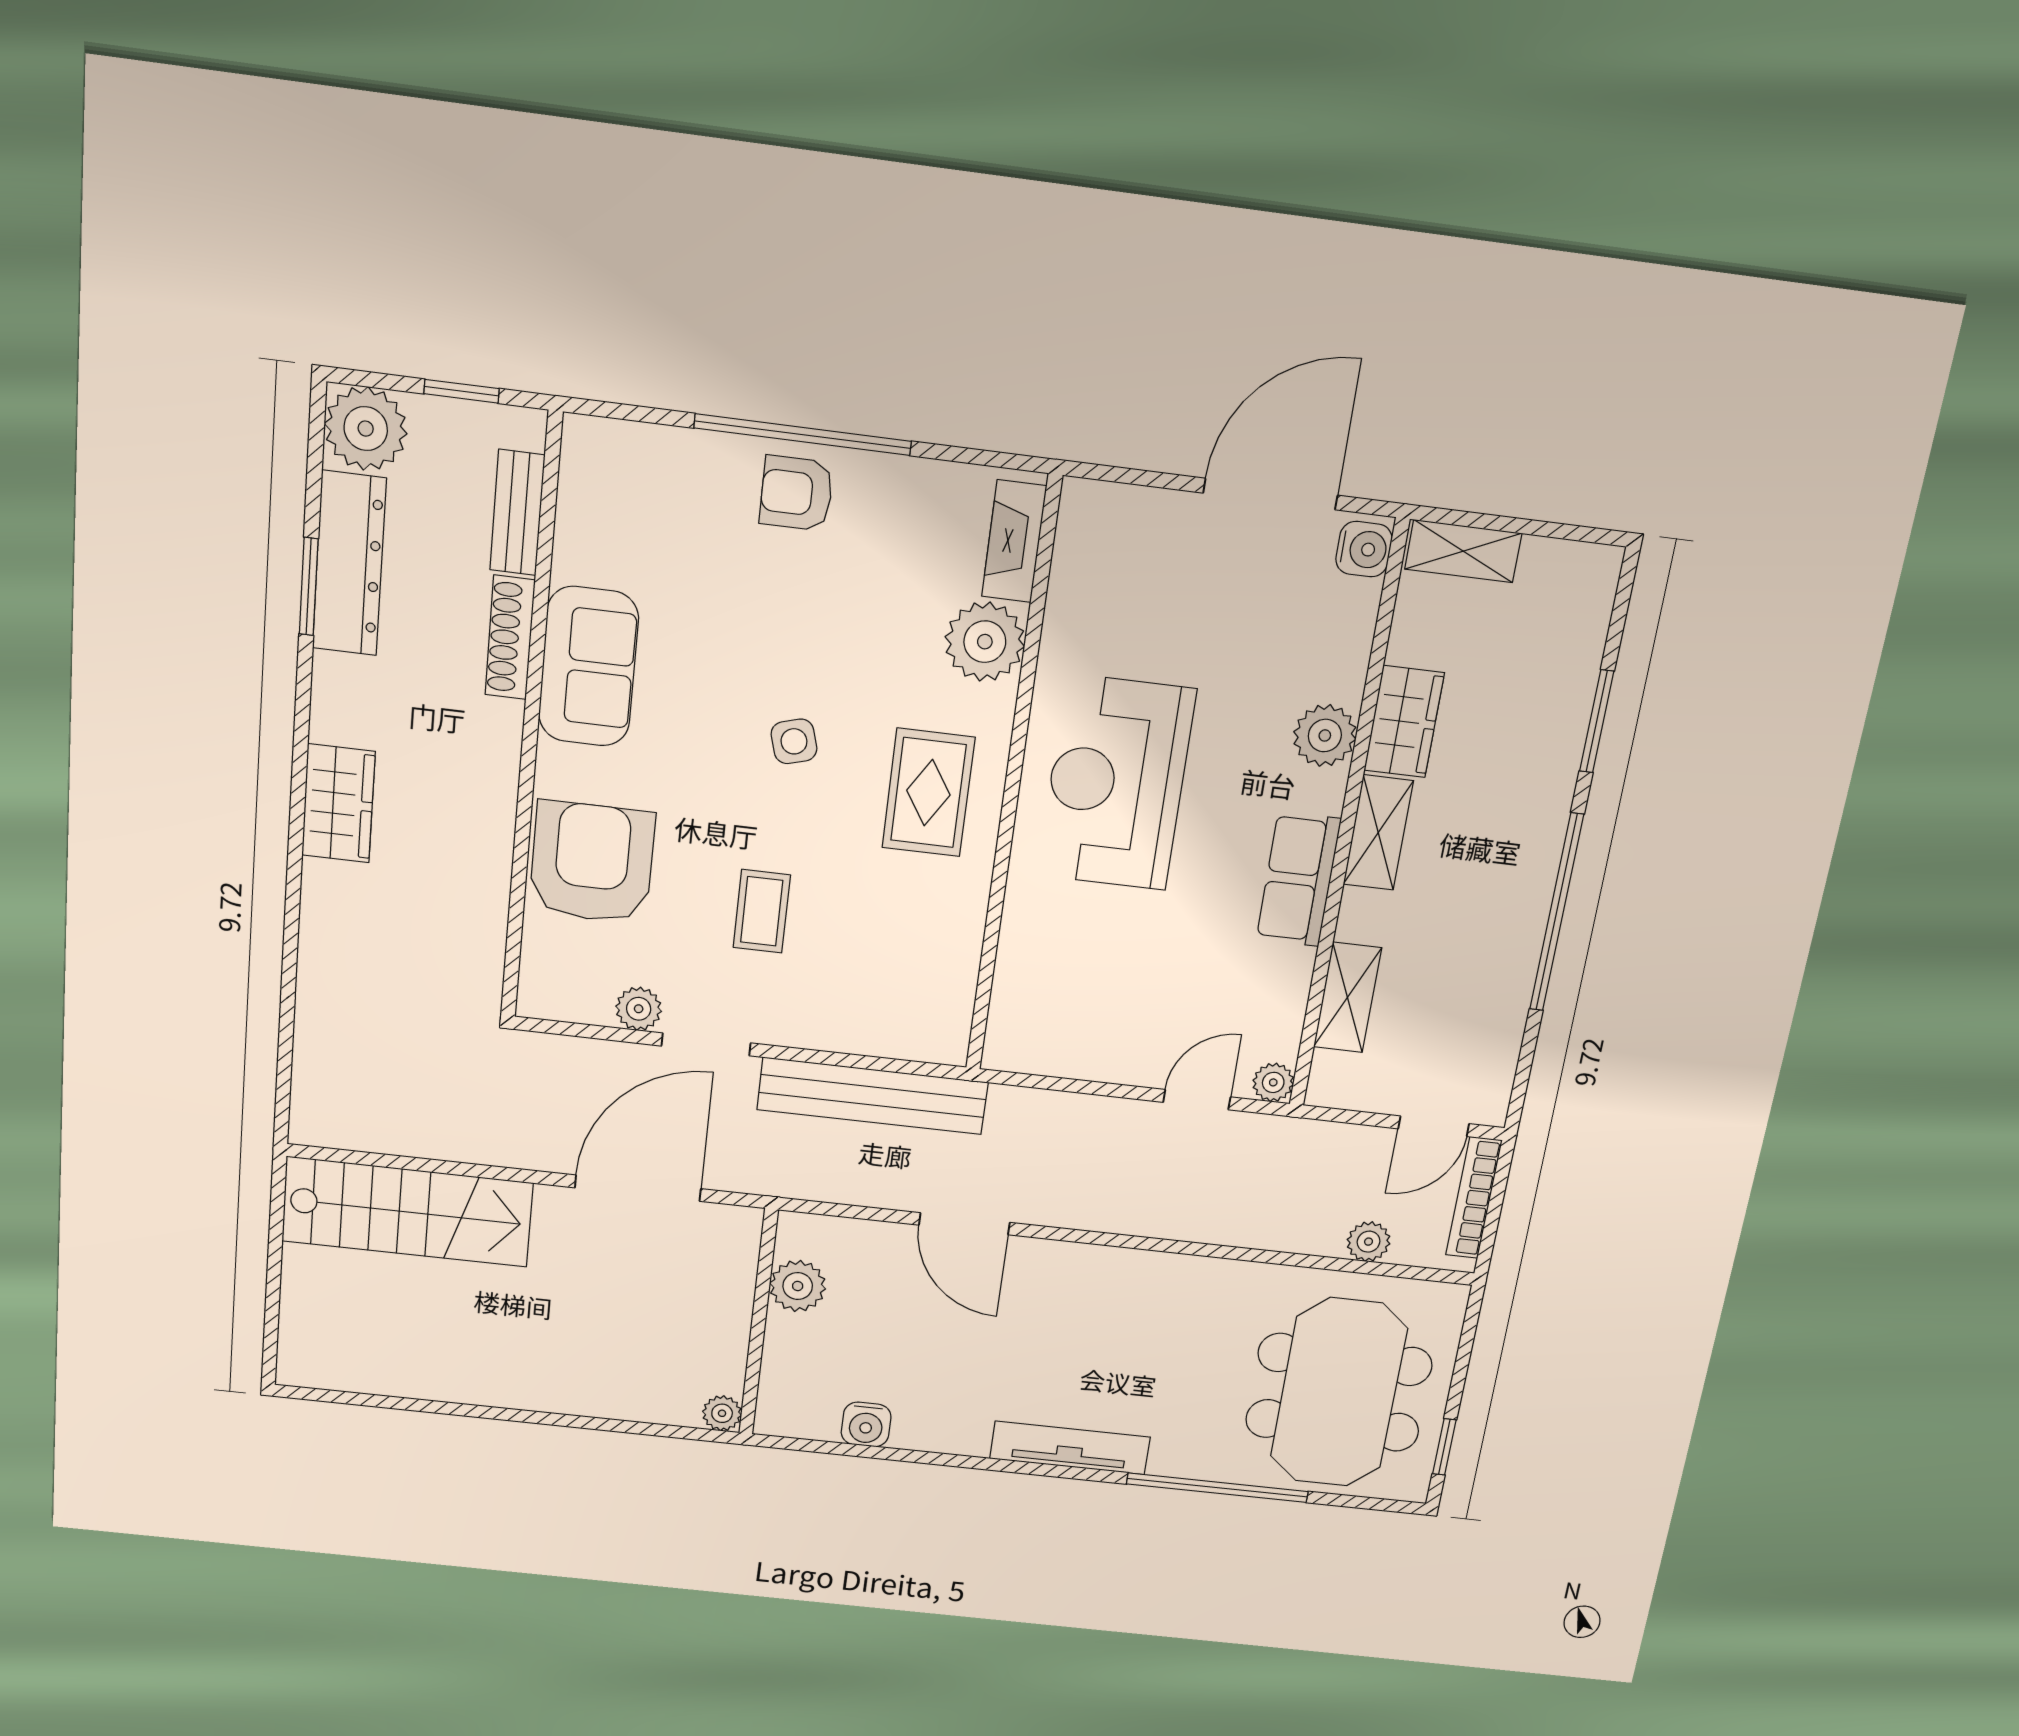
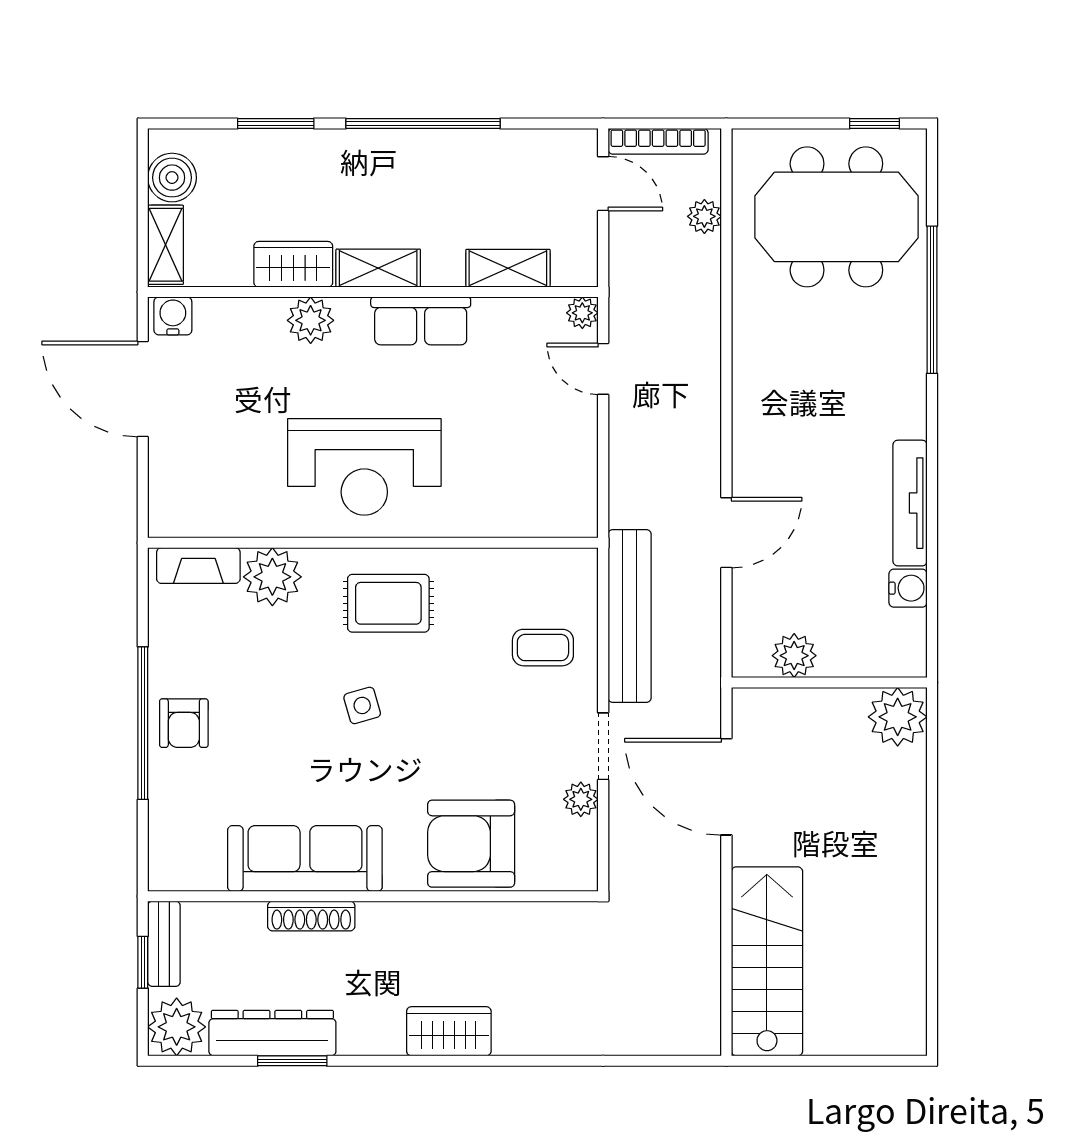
bench: (517, 513) -> (164, 944), moved, turned 90
boiler: (1553, 572) -> (172, 178), added
sofa: (588, 667) -> (305, 859), width x1.36
coffee table: (762, 911) -> (543, 648), moved
plant: (722, 1413) -> (898, 717), width x1.88, depth x1.88
tv unit: (1070, 1448) -> (910, 503), moved

